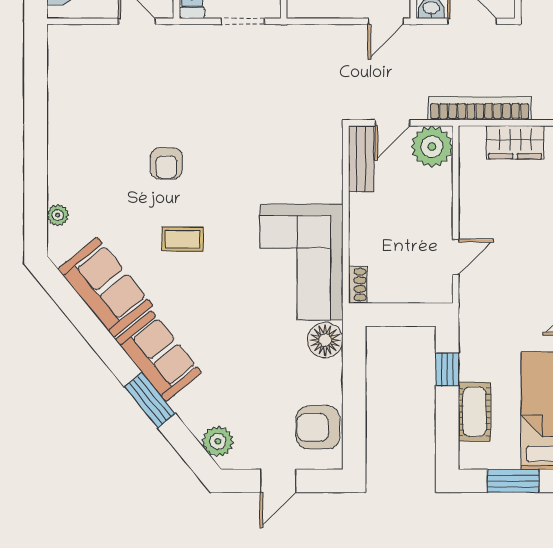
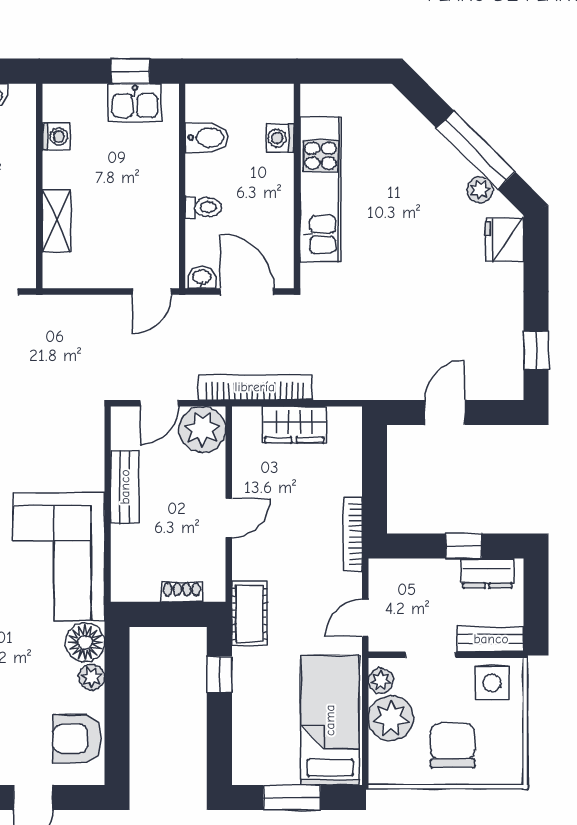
bench: (361, 159) -> (125, 487), moved
door: (456, 257) -> (229, 518), moved
shoe rack: (358, 285) -> (182, 592), moved, turned -90
plant: (331, 372) -> (92, 677), added
cot: (475, 412) -> (249, 614), moved

